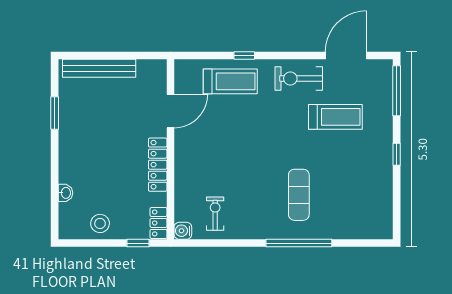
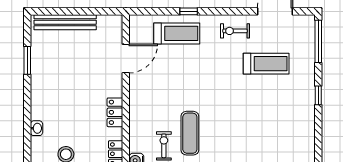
exercise bike: (299, 78) -> (235, 31), width x0.73, depth x0.72
locker: (158, 165) -> (115, 112), width x0.66
exercise mat: (299, 195) -> (190, 133), moved

